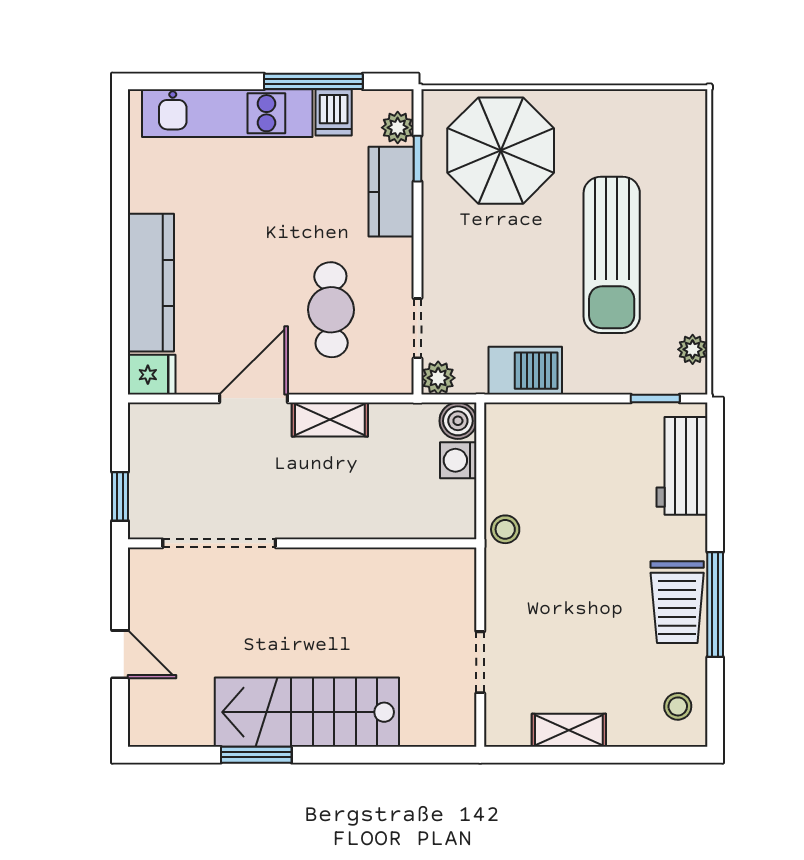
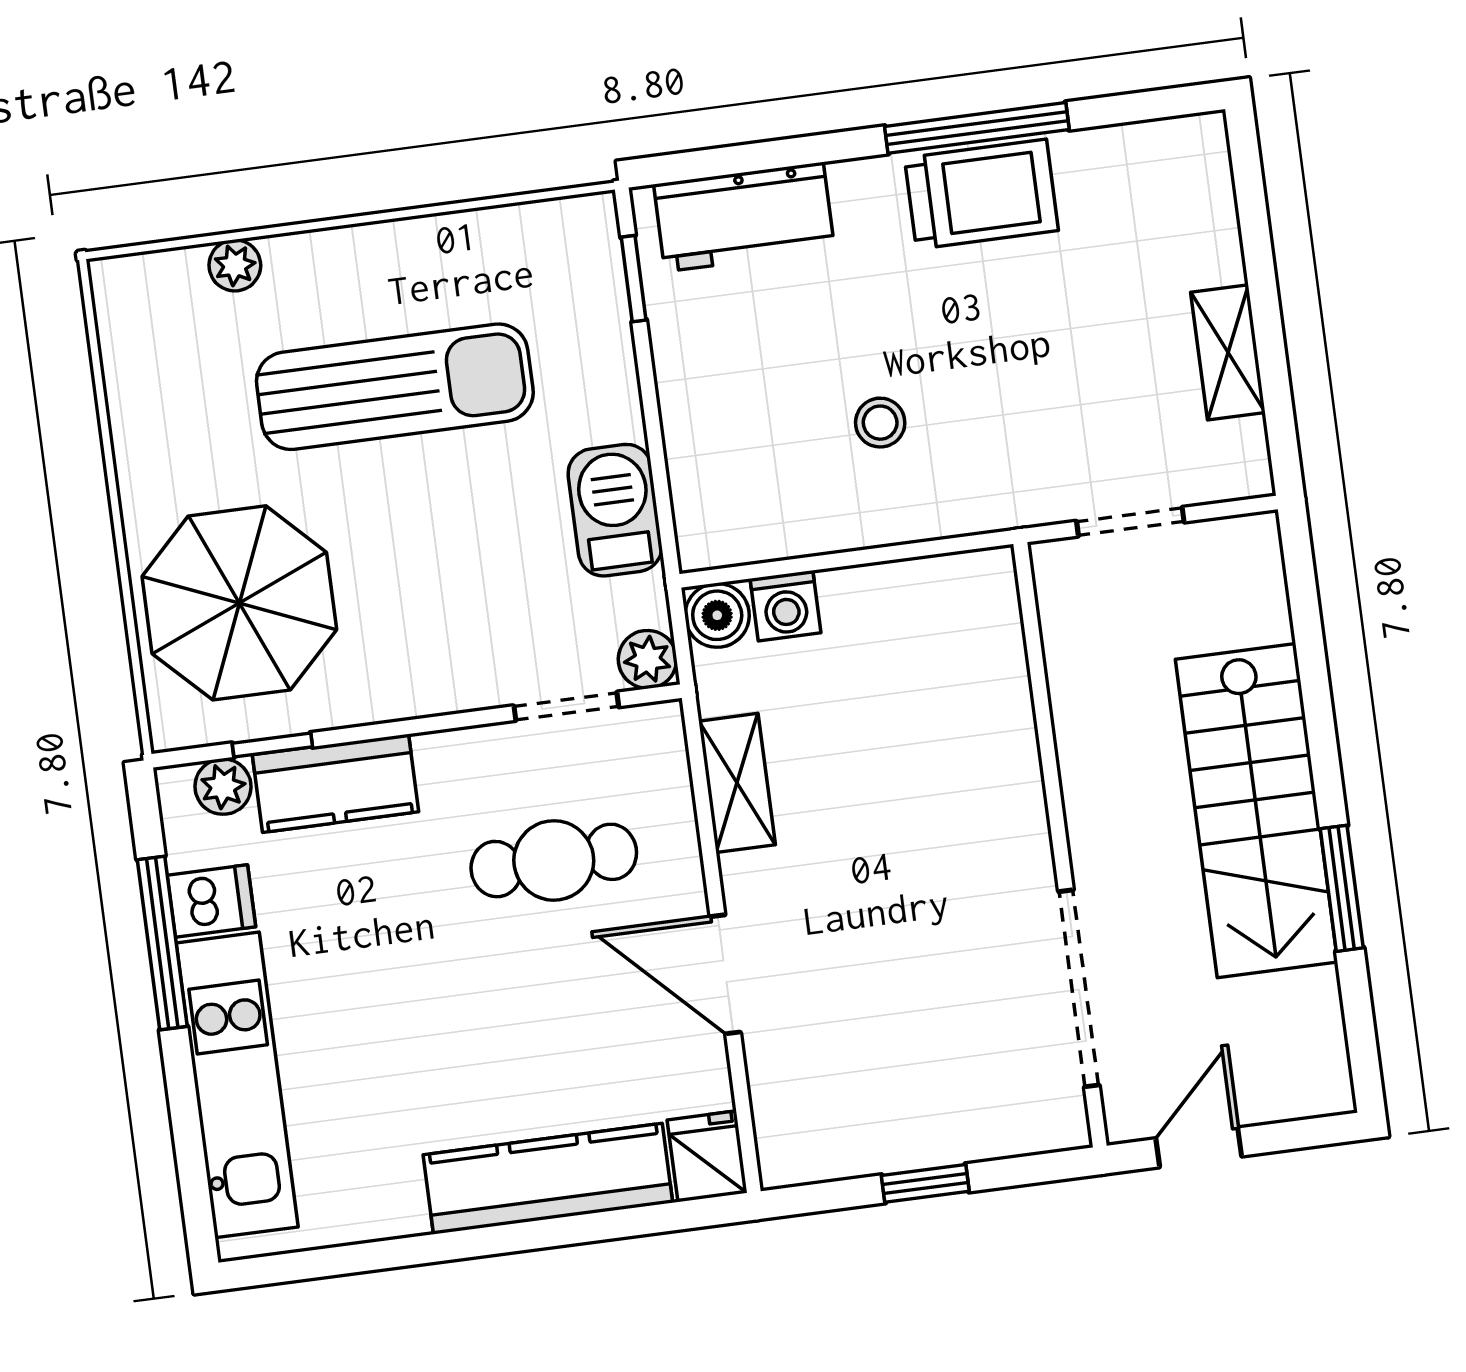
plant: (693, 349) -> (235, 265), moved
shelving: (330, 419) -> (737, 783), moved
stool: (505, 529) -> (880, 423), moved
doorway: (219, 543) -> (1079, 988), moved
wall: (302, 543) -> (1060, 845), moved
stool: (678, 706) -> (1162, 169), removed

